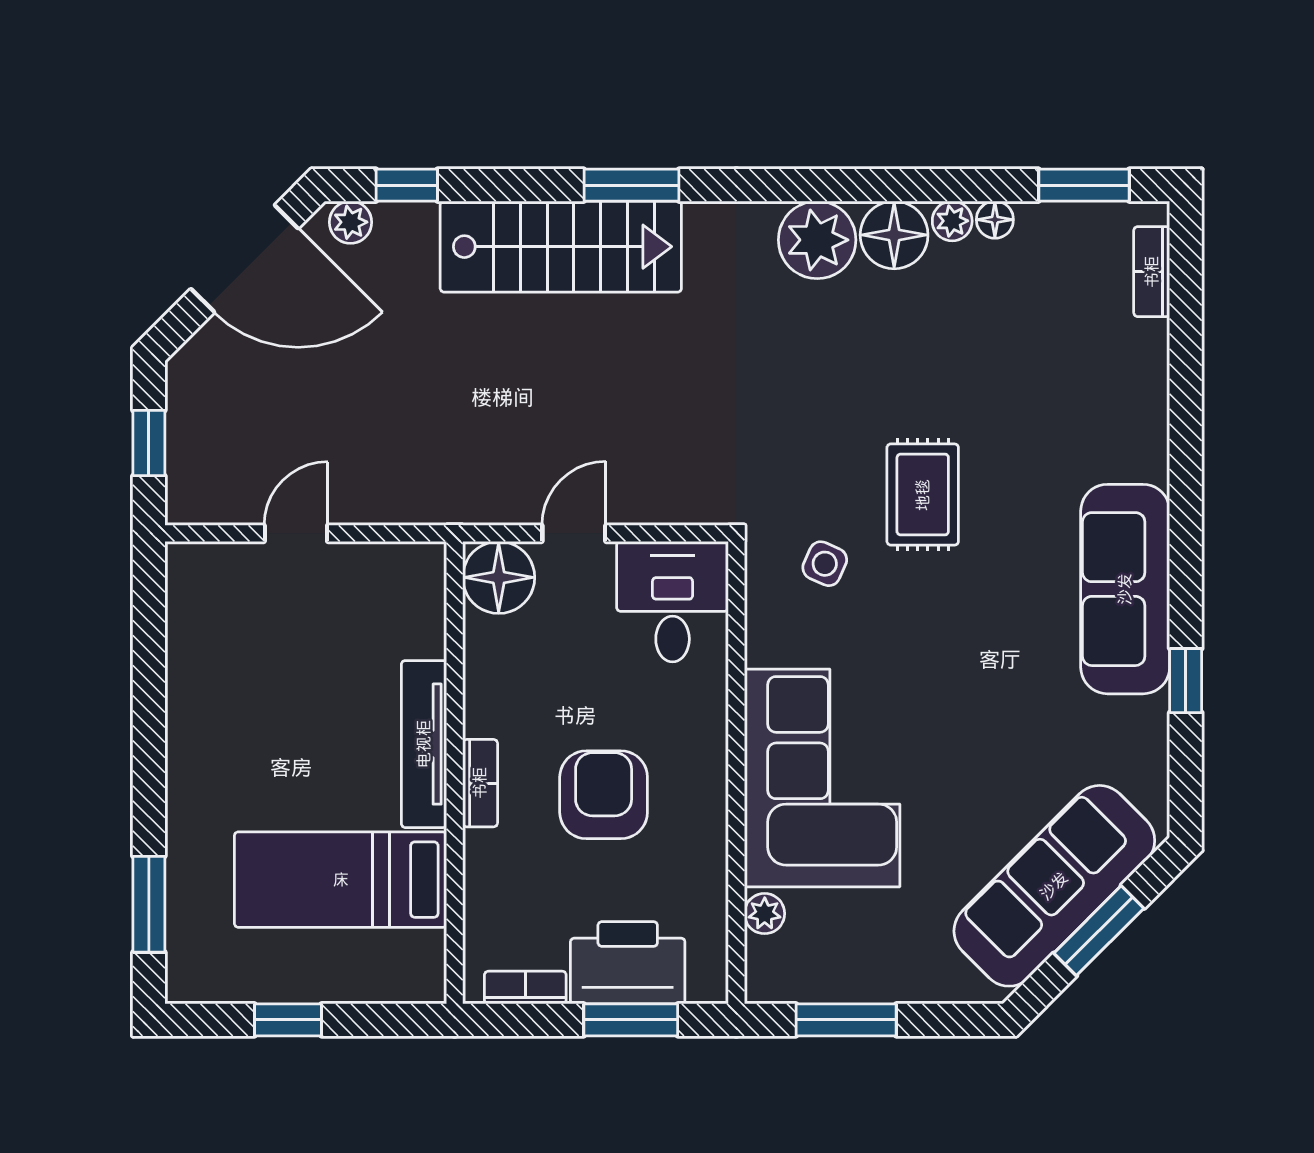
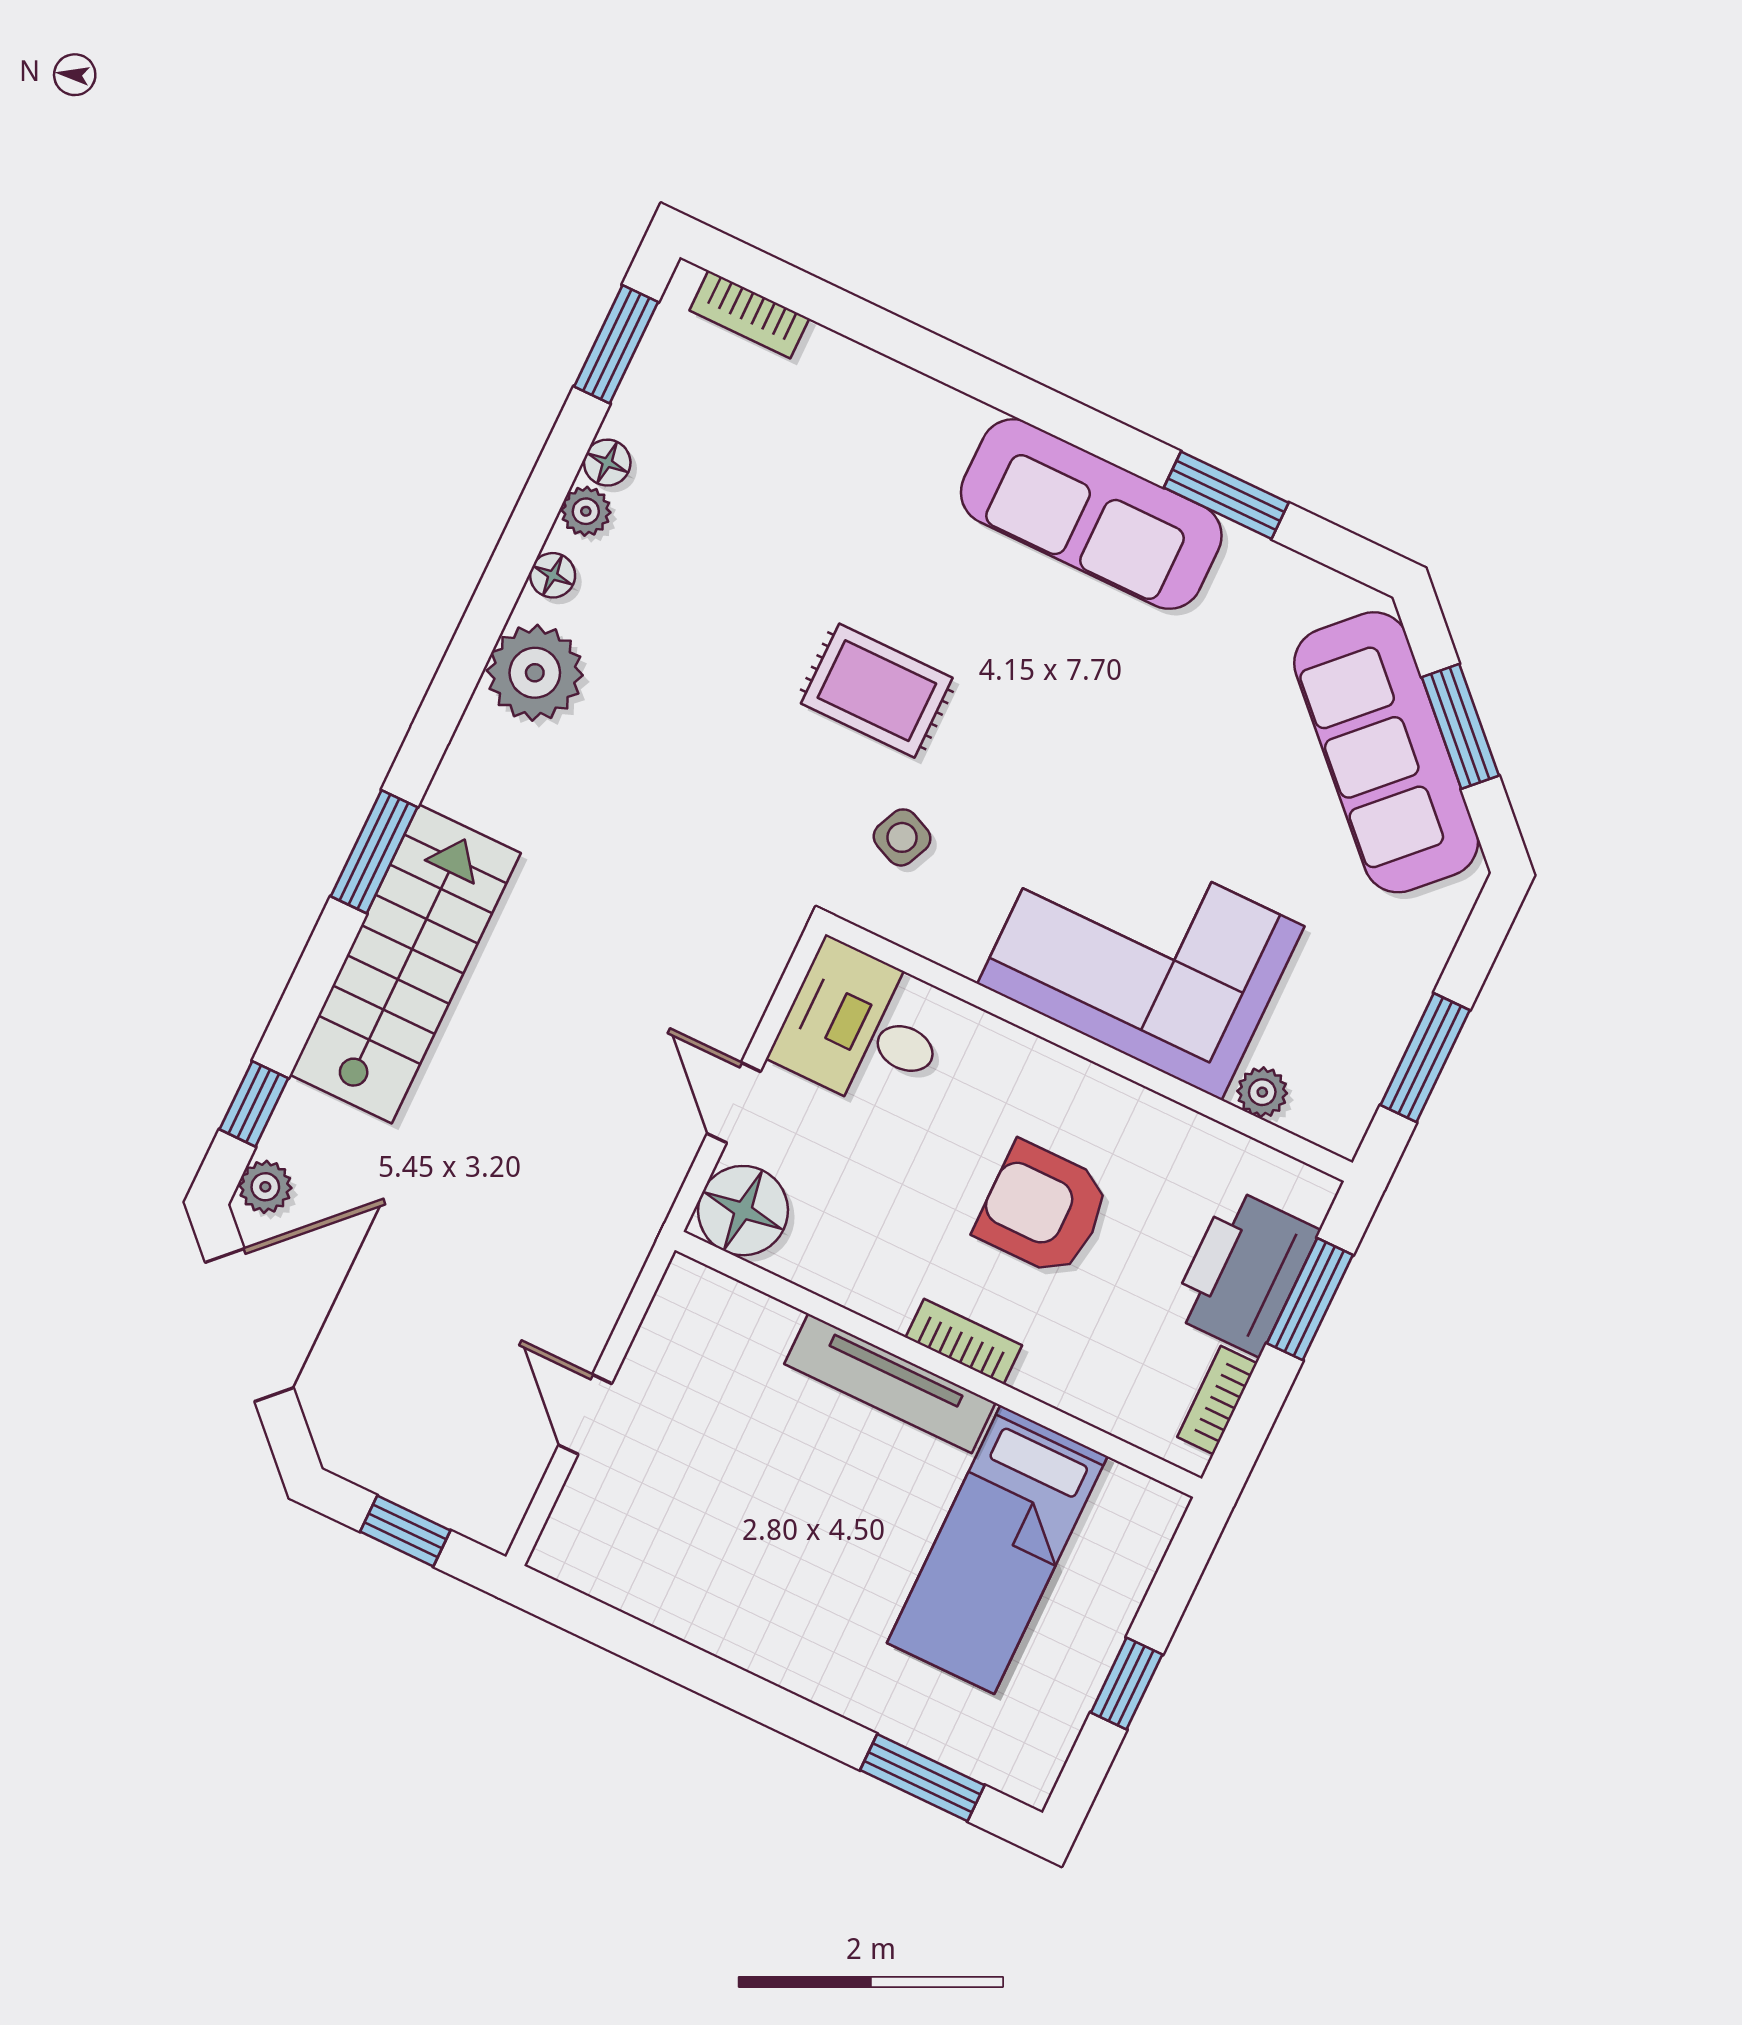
floor lamp: (894, 235) -> (553, 575), width x0.53, depth x0.53
window: (1186, 681) -> (1226, 495), width x1.50

